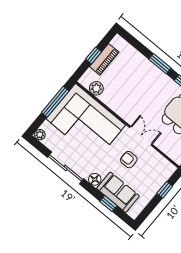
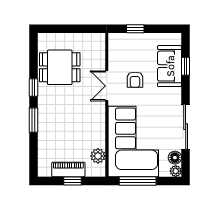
floor lamp: (95, 179) -> (175, 158), moved

